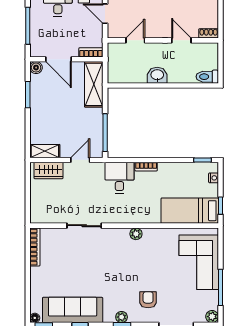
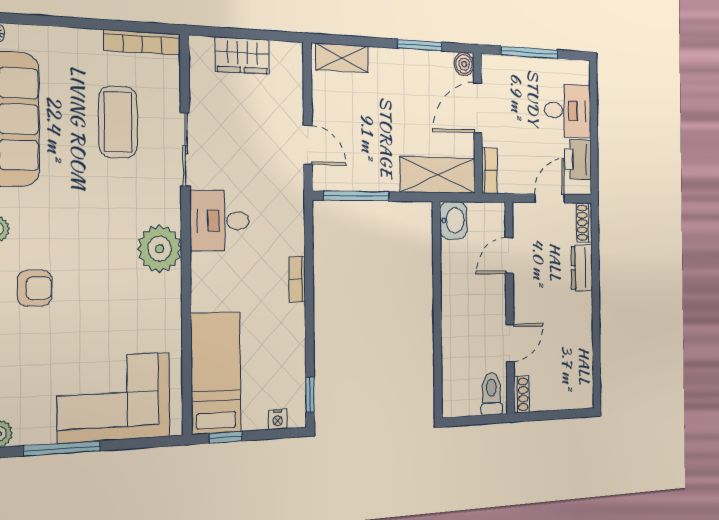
door: (135, 40) -> (509, 255), swing flipped
washbasin: (157, 75) -> (453, 220), moved
toilet: (207, 77) -> (491, 394), moved
shelving: (45, 151) -> (342, 58), moved, turned 90
wardrobe: (49, 170) -> (242, 55), moved, turned -90
desk: (119, 178) -> (220, 221), moved, turned 180
plant: (136, 234) -> (160, 249), width x1.87, depth x1.87
coffee table: (72, 259) -> (118, 122), added

